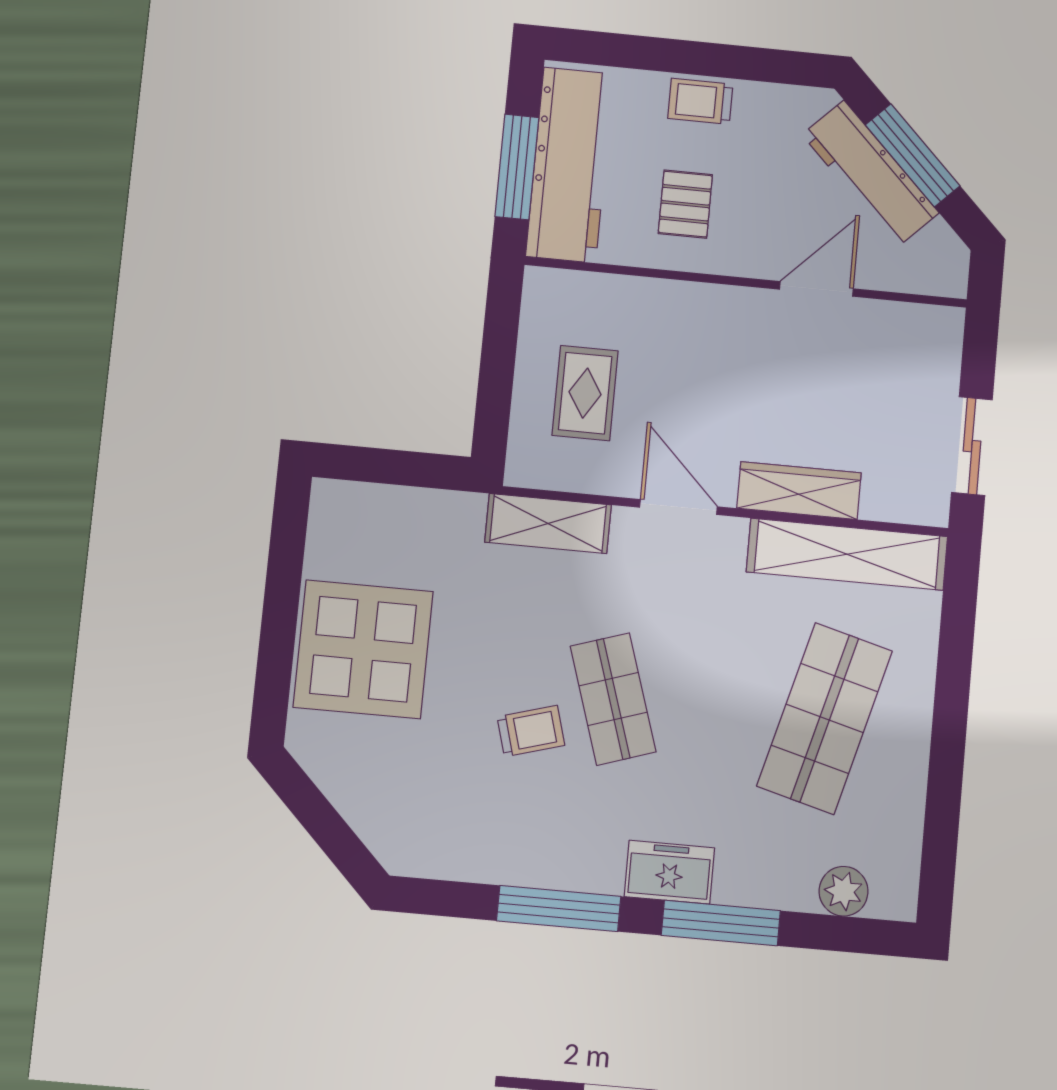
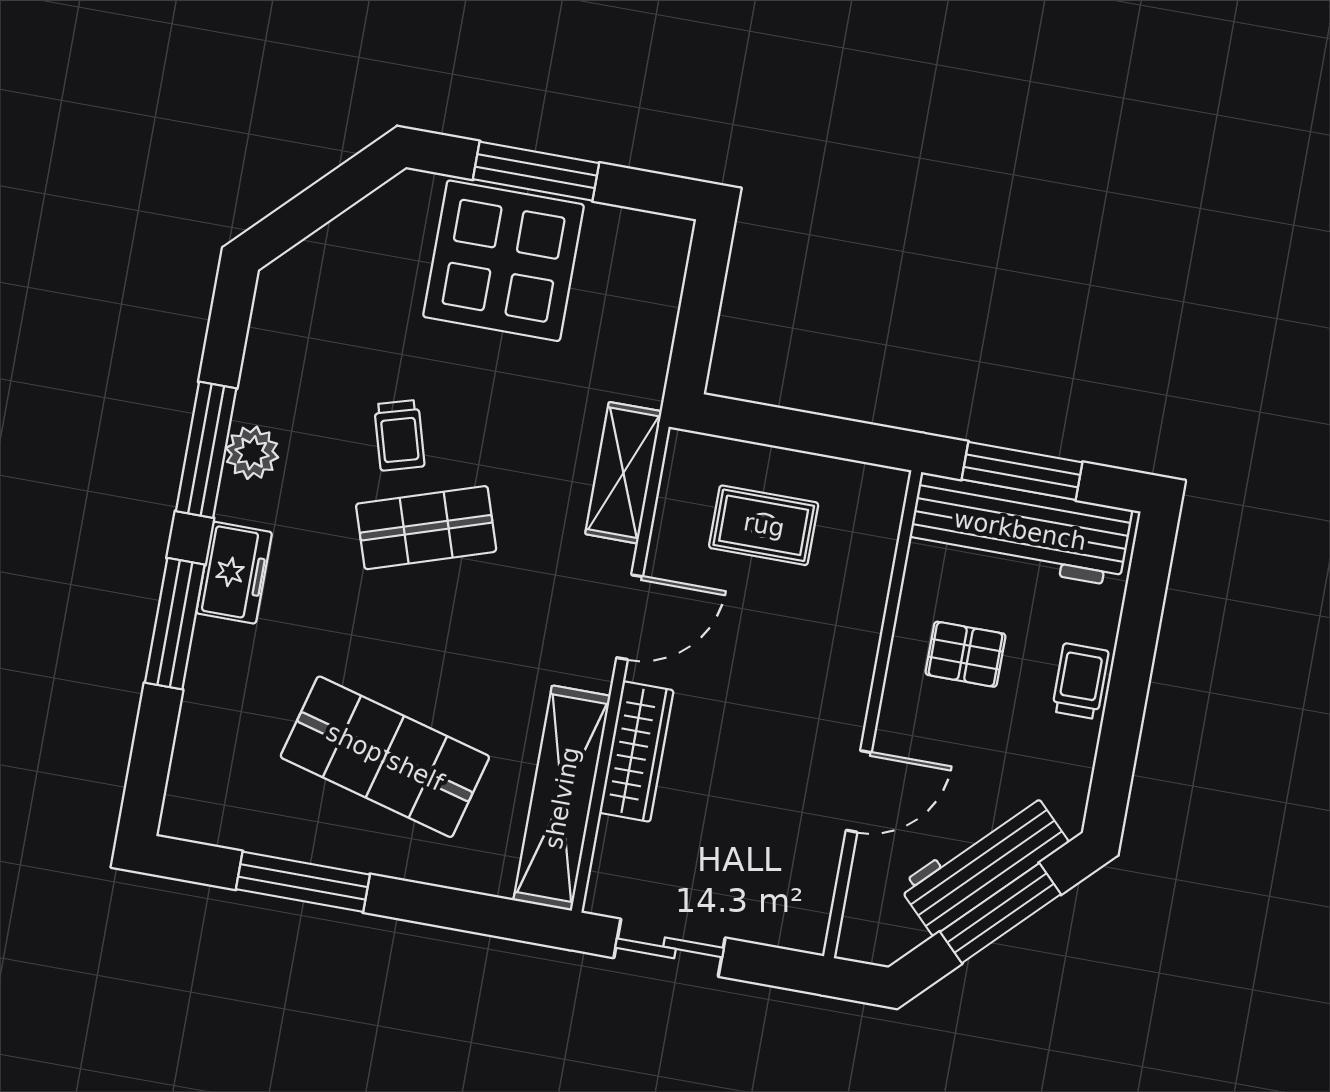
door: (816, 289) -> (859, 791), hinge flipped
window: (279, 627) -> (536, 171), added
window: (945, 783) -> (303, 882), added
plant: (844, 891) -> (252, 453), moved

